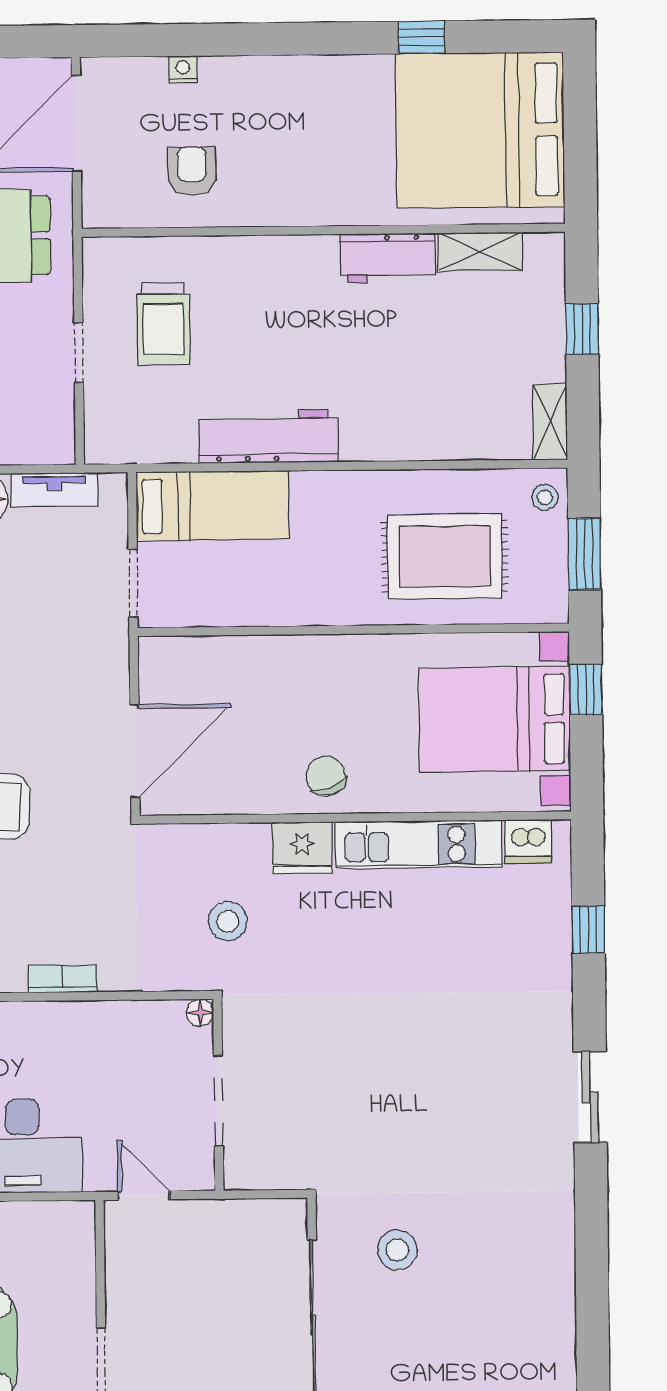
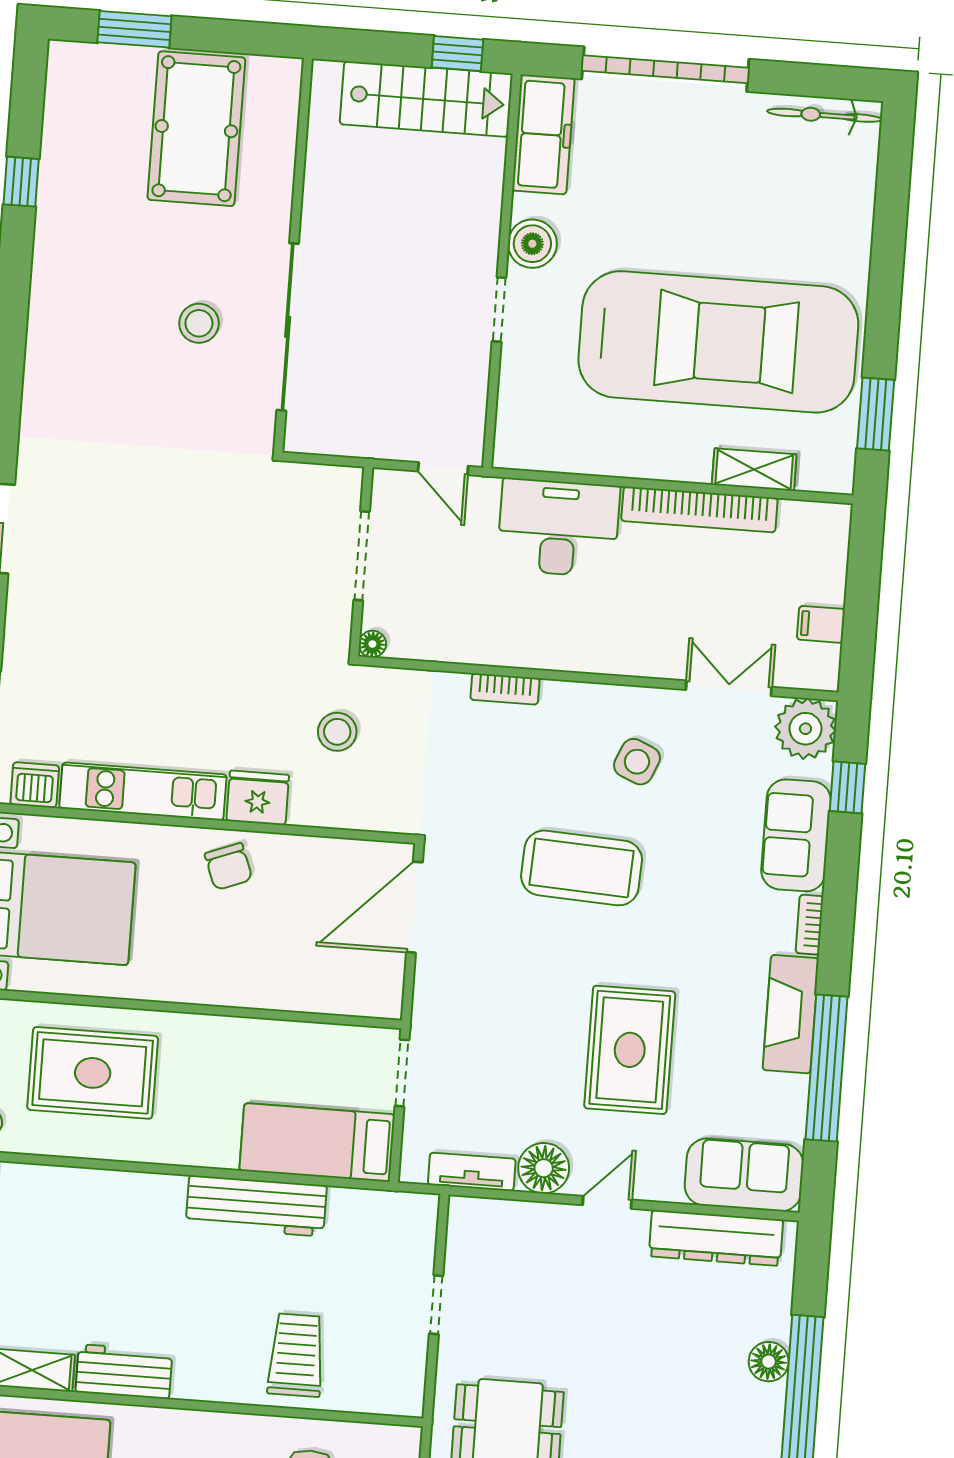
trolley: (163, 323) -> (296, 1355), moved
stool: (397, 1250) -> (199, 323), moved

